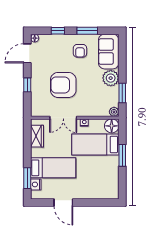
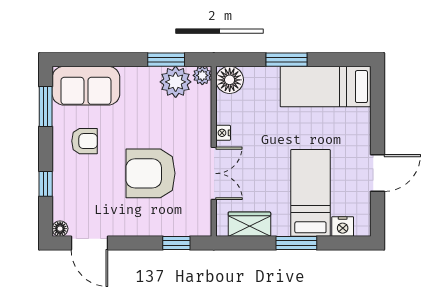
window: (87, 31) -> (46, 107), moved
plant: (111, 78) -> (176, 82), moved
window: (27, 85) -> (176, 243), moved
armchair: (63, 85) -> (150, 173), turned 90
bed: (95, 144) -> (326, 87), moved, turned 90
window: (27, 178) -> (296, 243), moved

